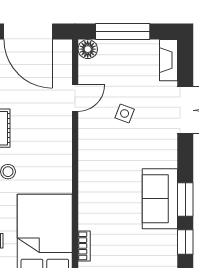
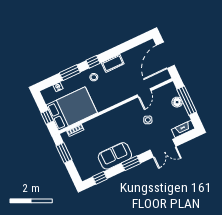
floor lamp: (88, 49) -> (177, 102), moved
door: (75, 98) -> (144, 93), hinge flipped
window: (185, 199) -> (131, 163), moved

